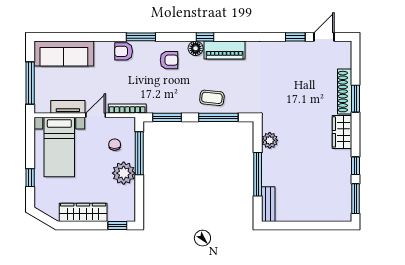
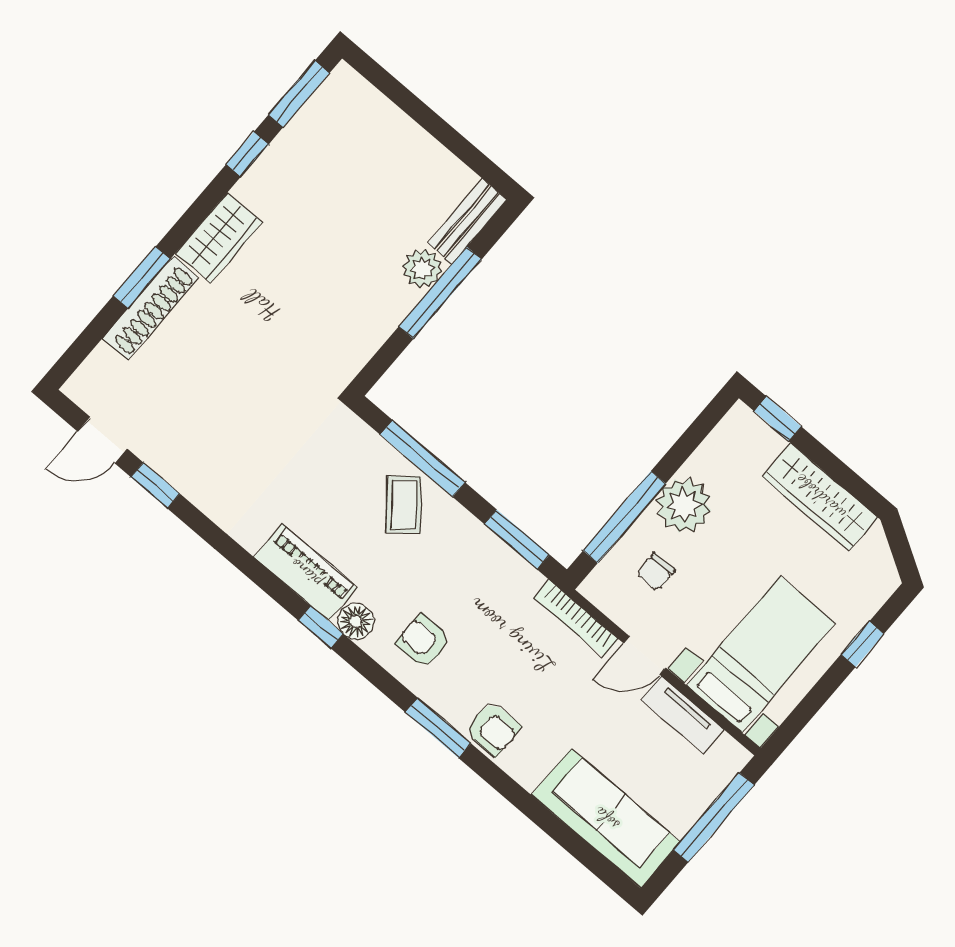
coffee table: (212, 98) -> (404, 505), turned 44
plant: (270, 140) -> (422, 268), moved

